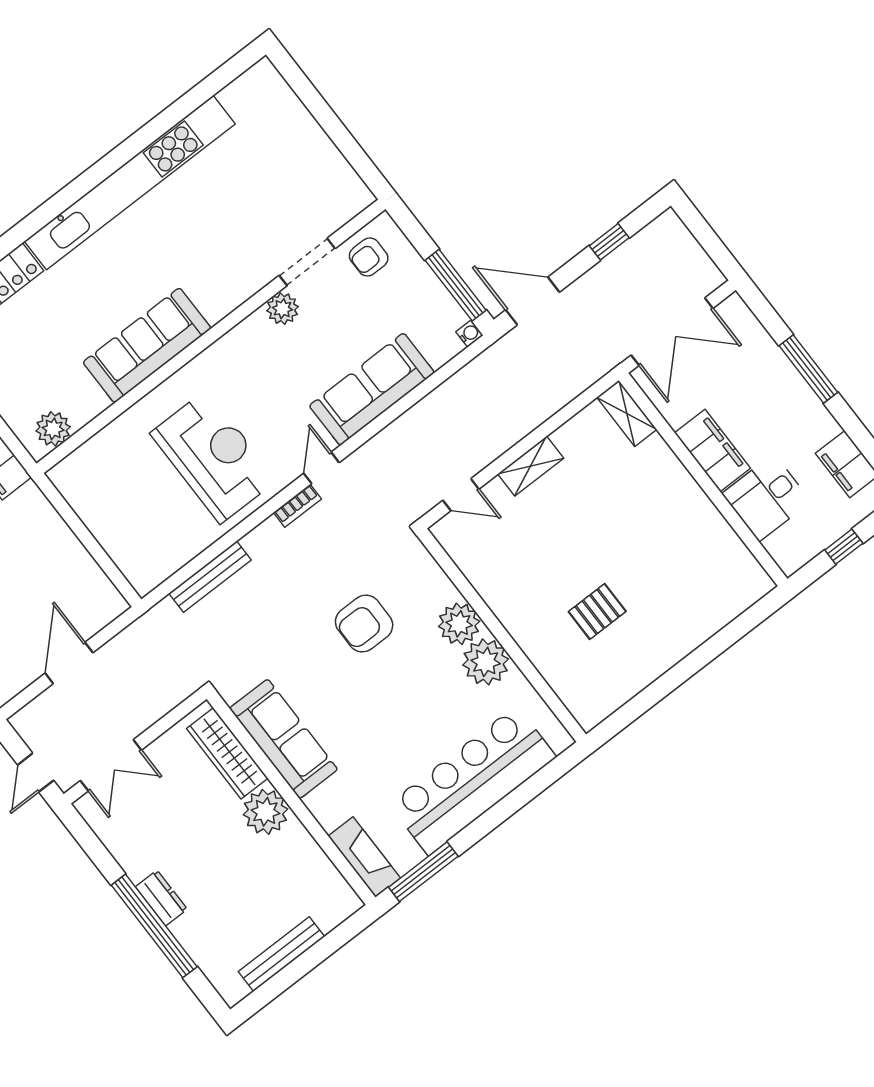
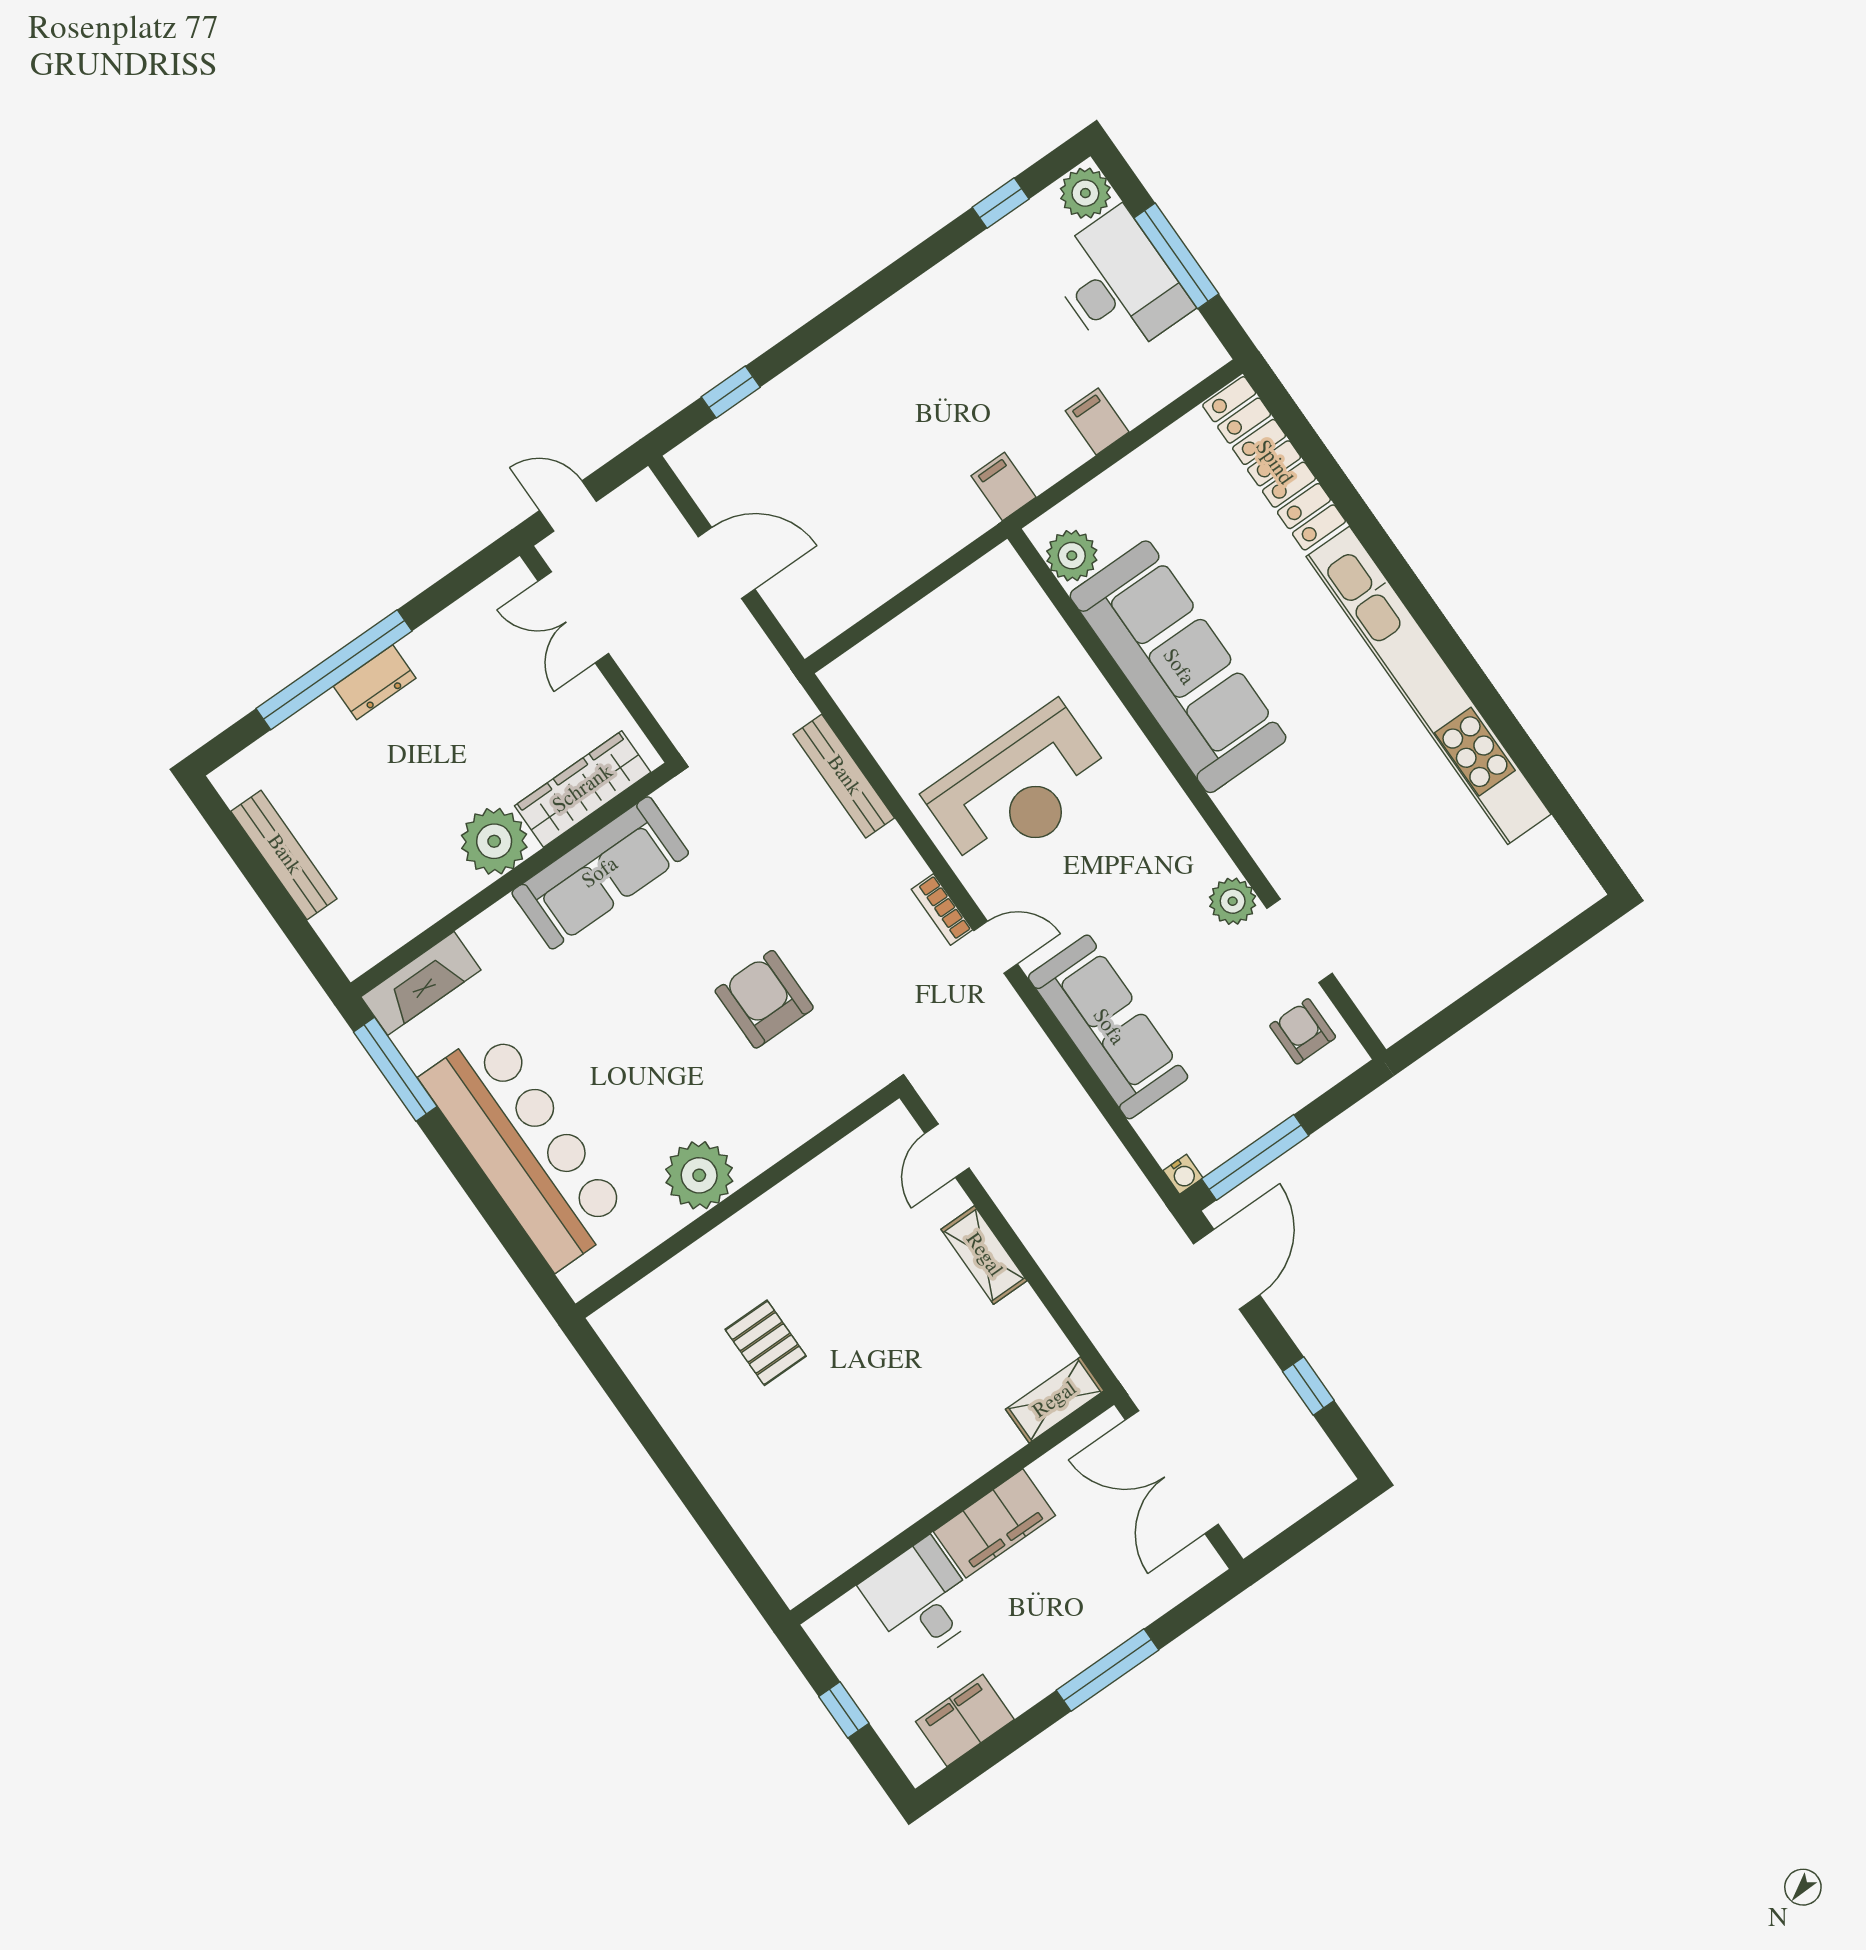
sofa: (147, 345) -> (1178, 667), width x1.36, depth x1.27
plant: (459, 624) -> (757, 1139), removed

